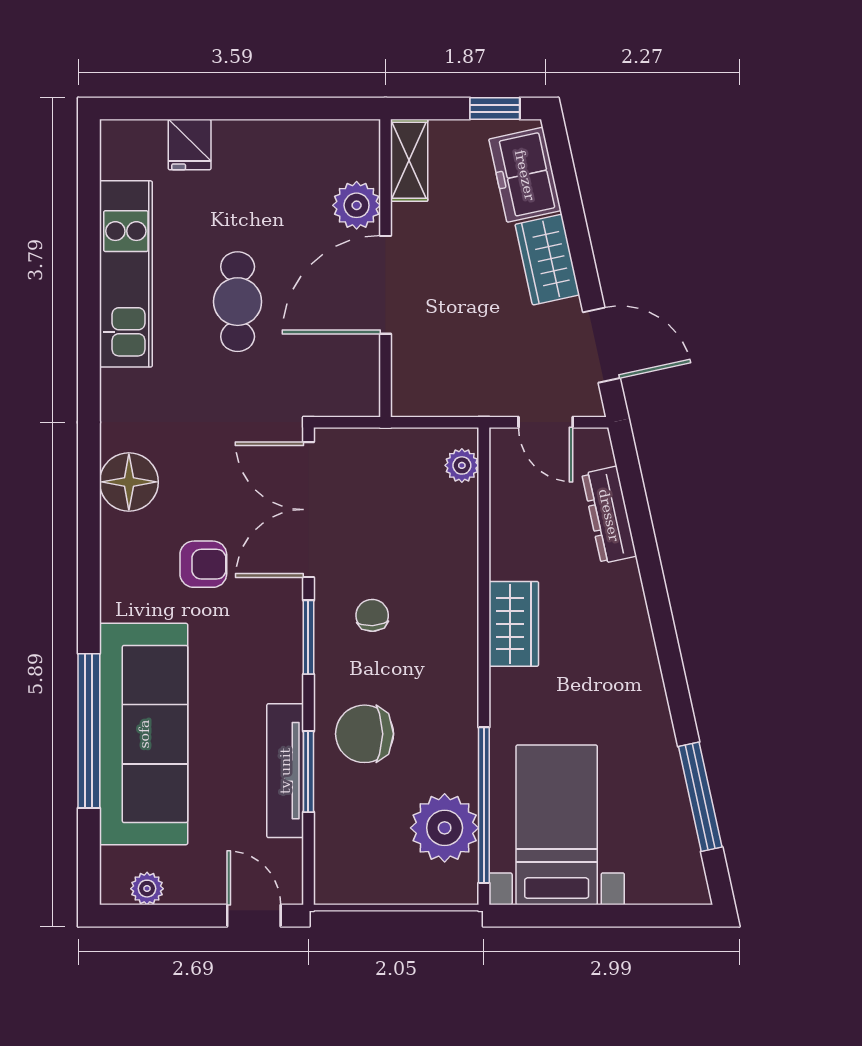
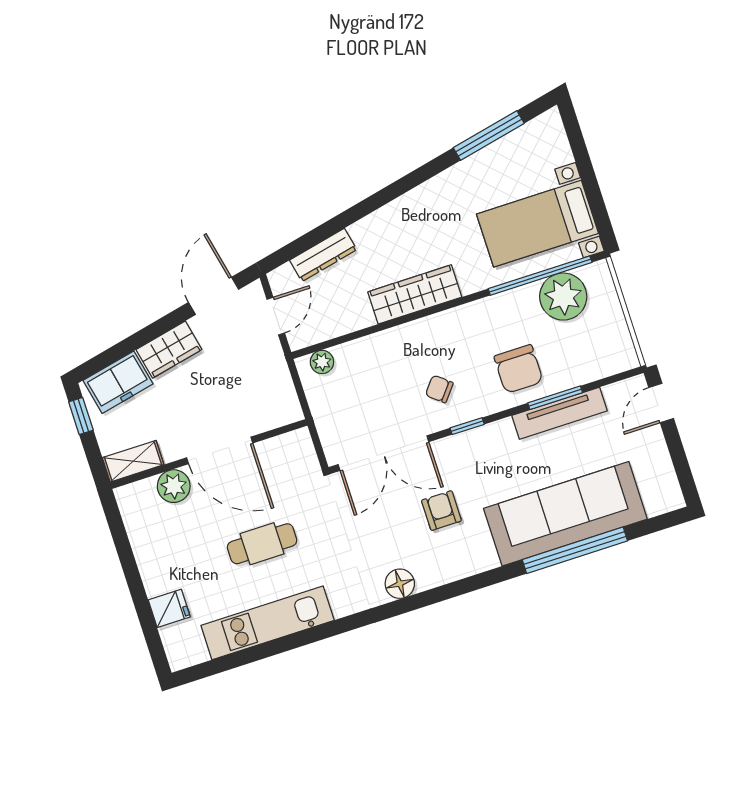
floor lamp: (129, 482) -> (400, 584), width x0.73, depth x0.73
chair: (372, 615) -> (439, 389), turned 42
wardrobe: (514, 624) -> (415, 294), width x1.50
window: (308, 637) -> (467, 426), width x0.67
plant: (147, 889) -> (666, 479), removed

